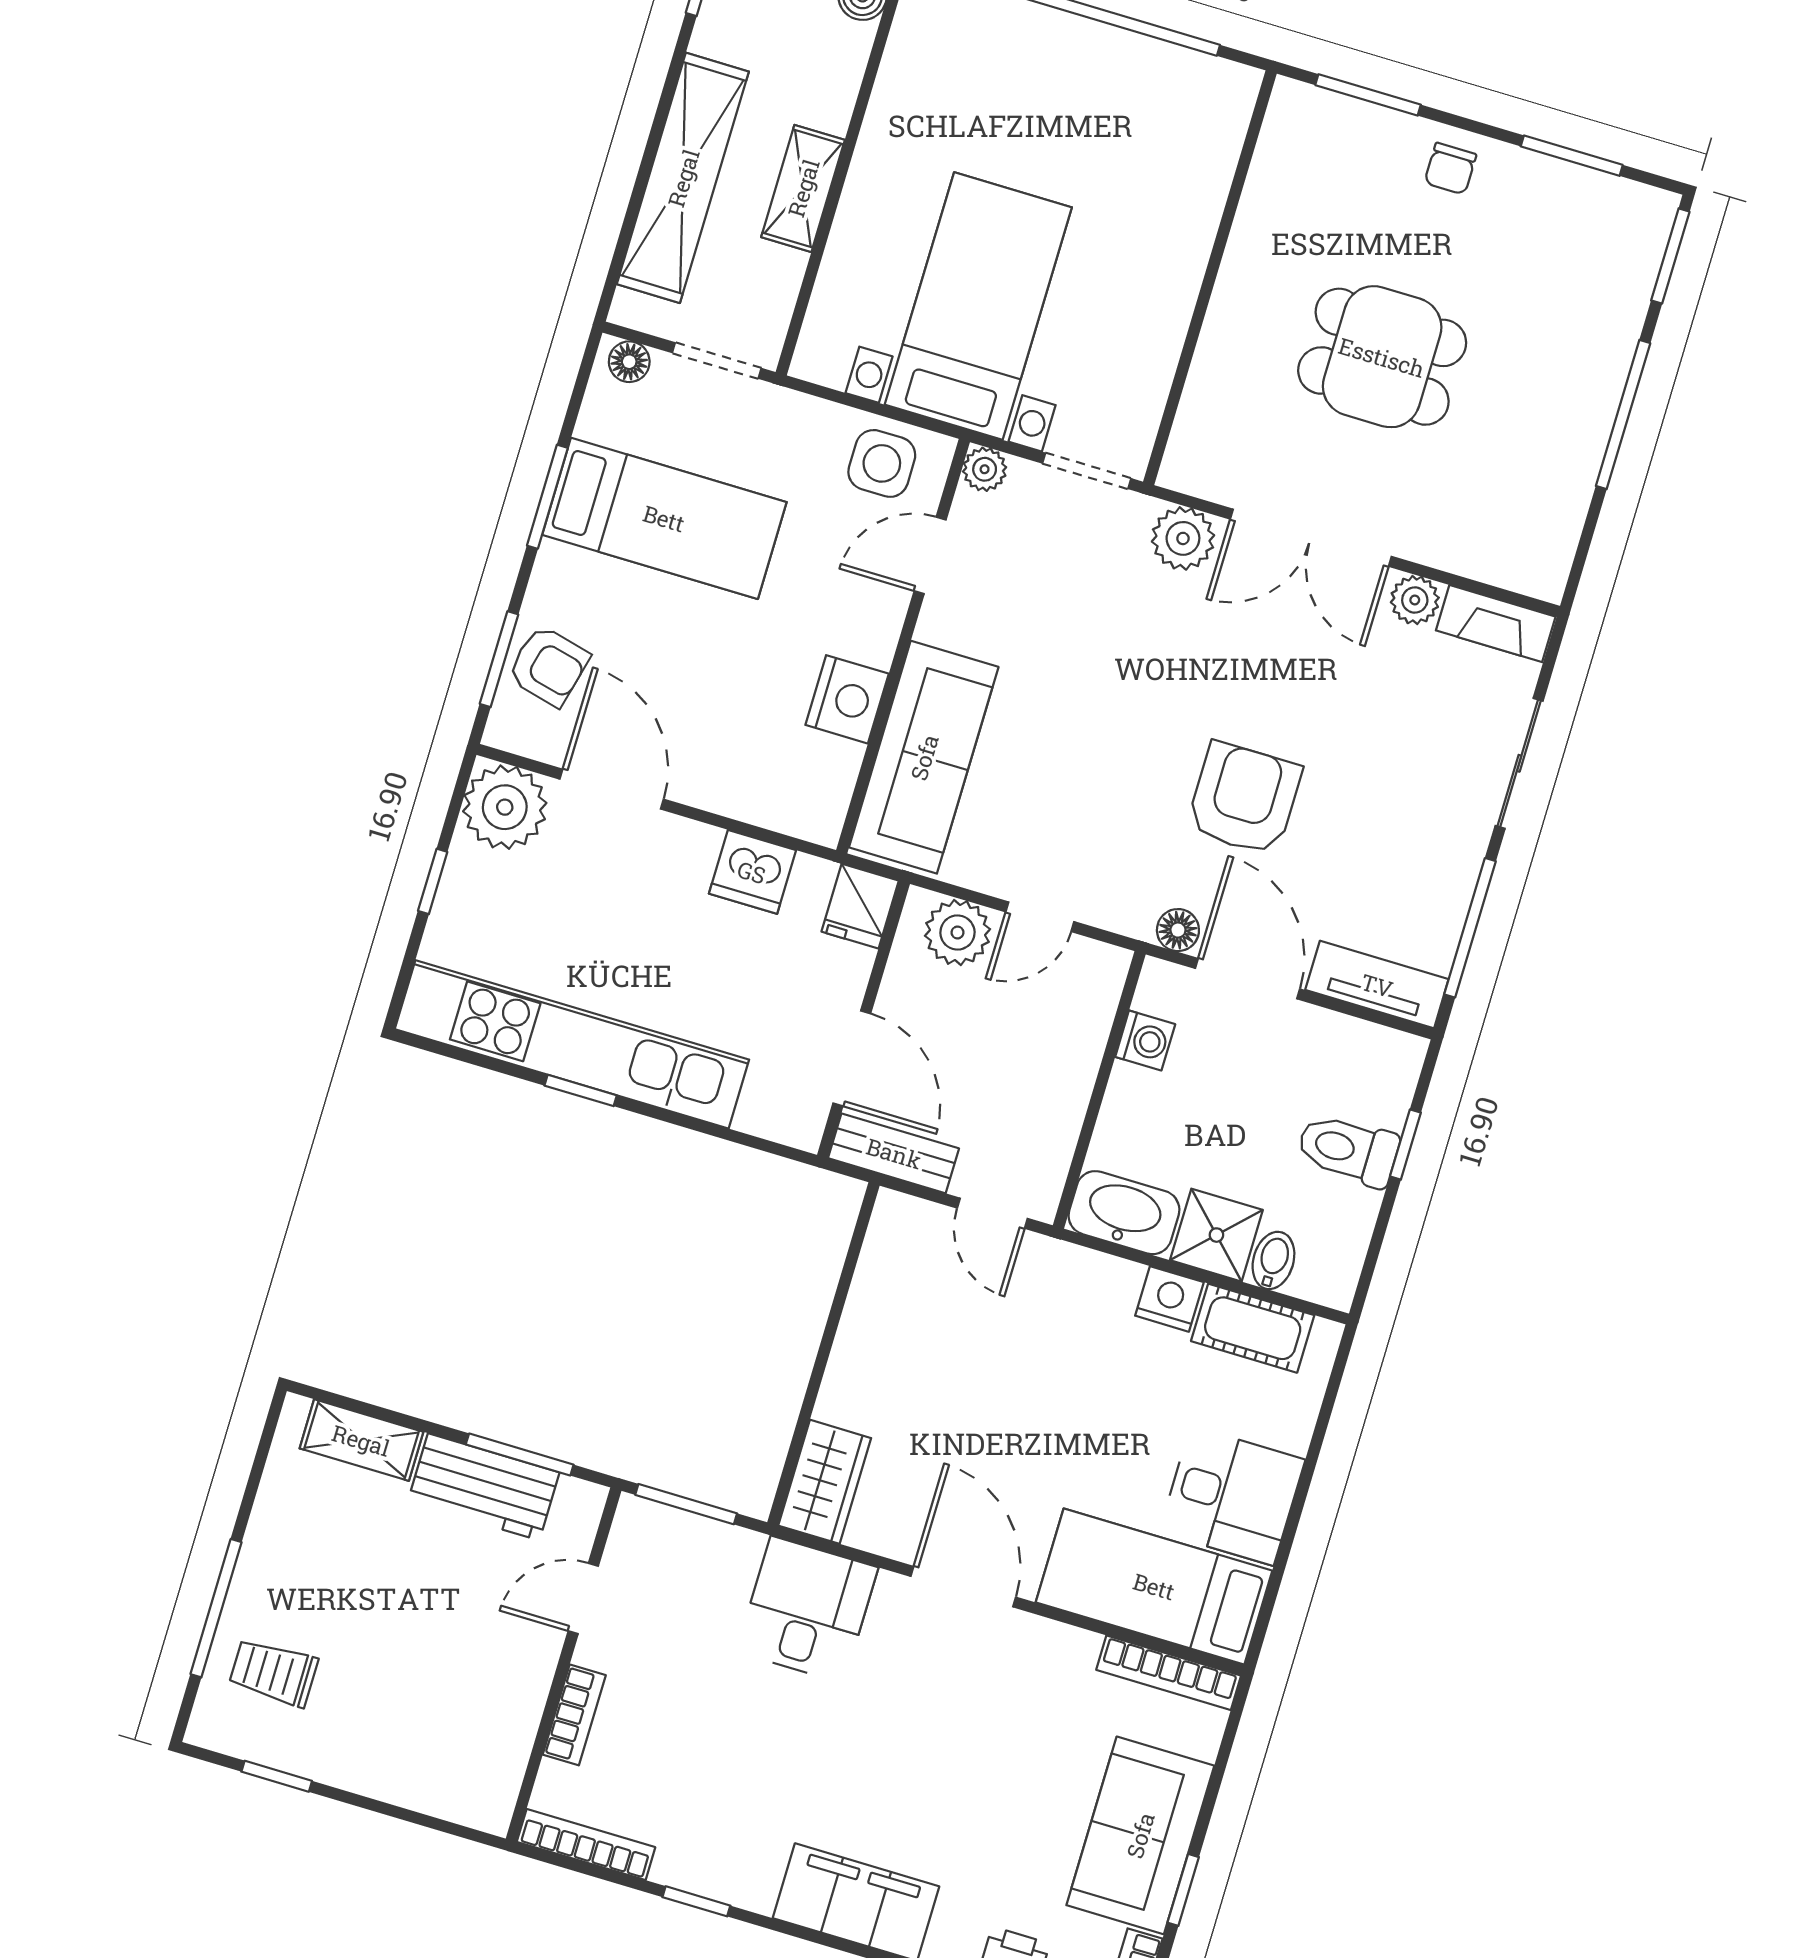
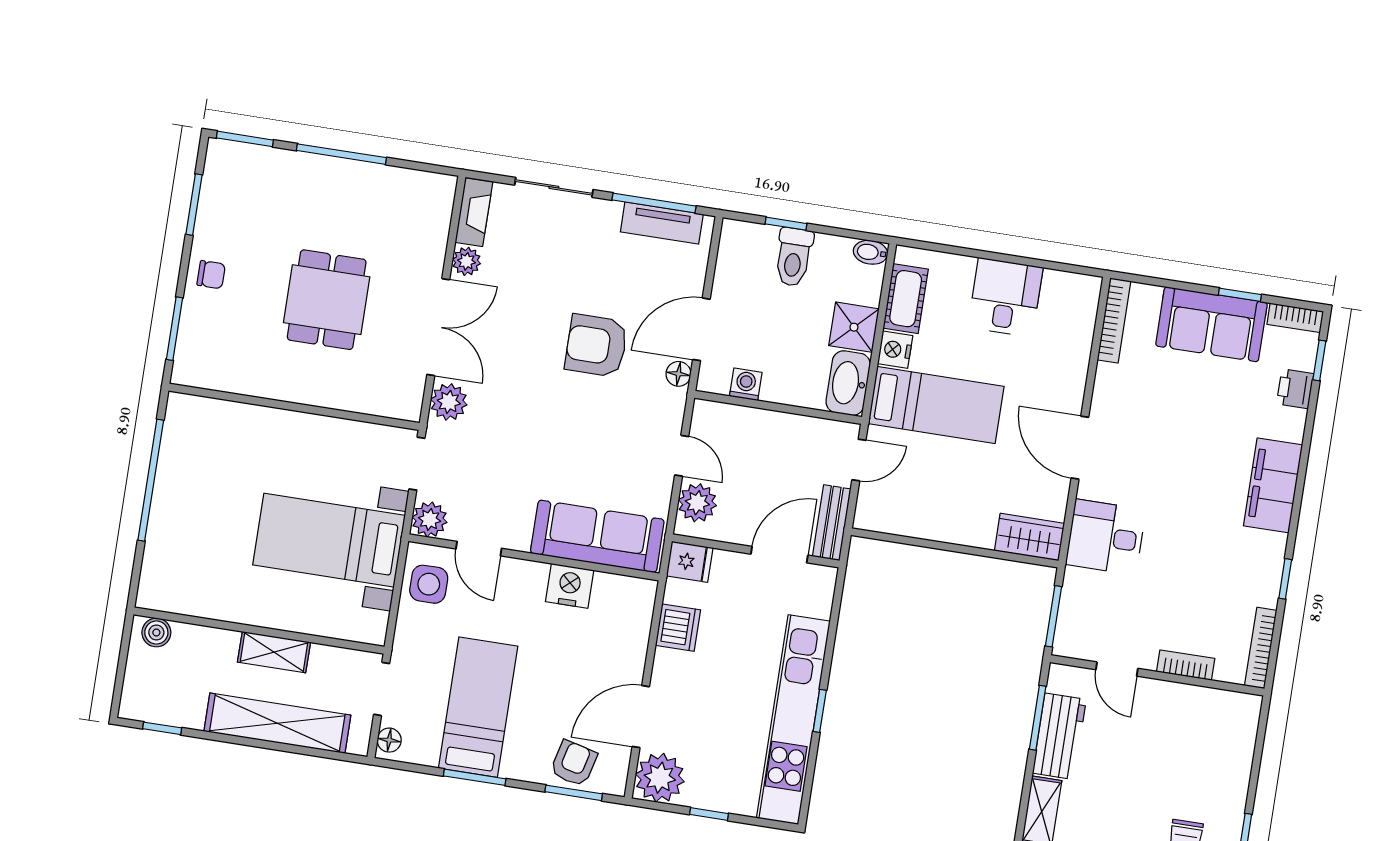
plant: (985, 469) -> (430, 520), width x1.38, depth x1.38
tv unit: (1377, 985) -> (662, 223), moved, turned -90
bidet: (1273, 1260) -> (871, 252), moved
bed: (1154, 1586) -> (936, 405), moved, turned -90
door: (963, 1587) -> (1080, 448), hinge flipped

